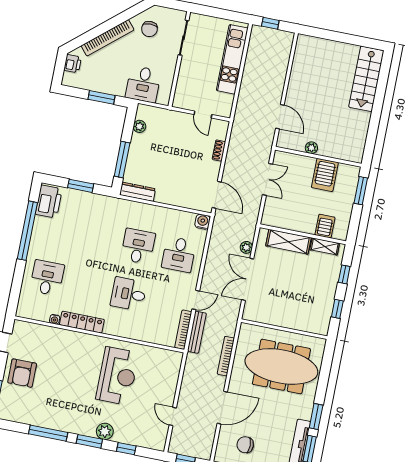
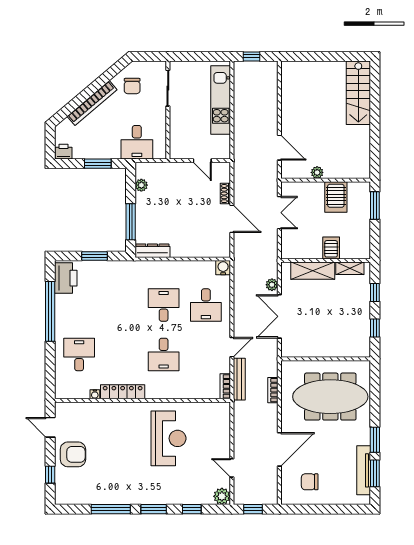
printer: (73, 64) -> (63, 152), moved, turned -90
door: (217, 195) -> (232, 219), moved
server rack: (325, 226) -> (331, 248), moved
desk: (129, 294) -> (164, 354), turned -90
bookcase: (183, 330) -> (225, 386), width x0.64
bookcase: (226, 356) -> (273, 390), width x0.64
armchair: (22, 373) -> (73, 454), turned -90
plant: (105, 431) -> (222, 496), moved

